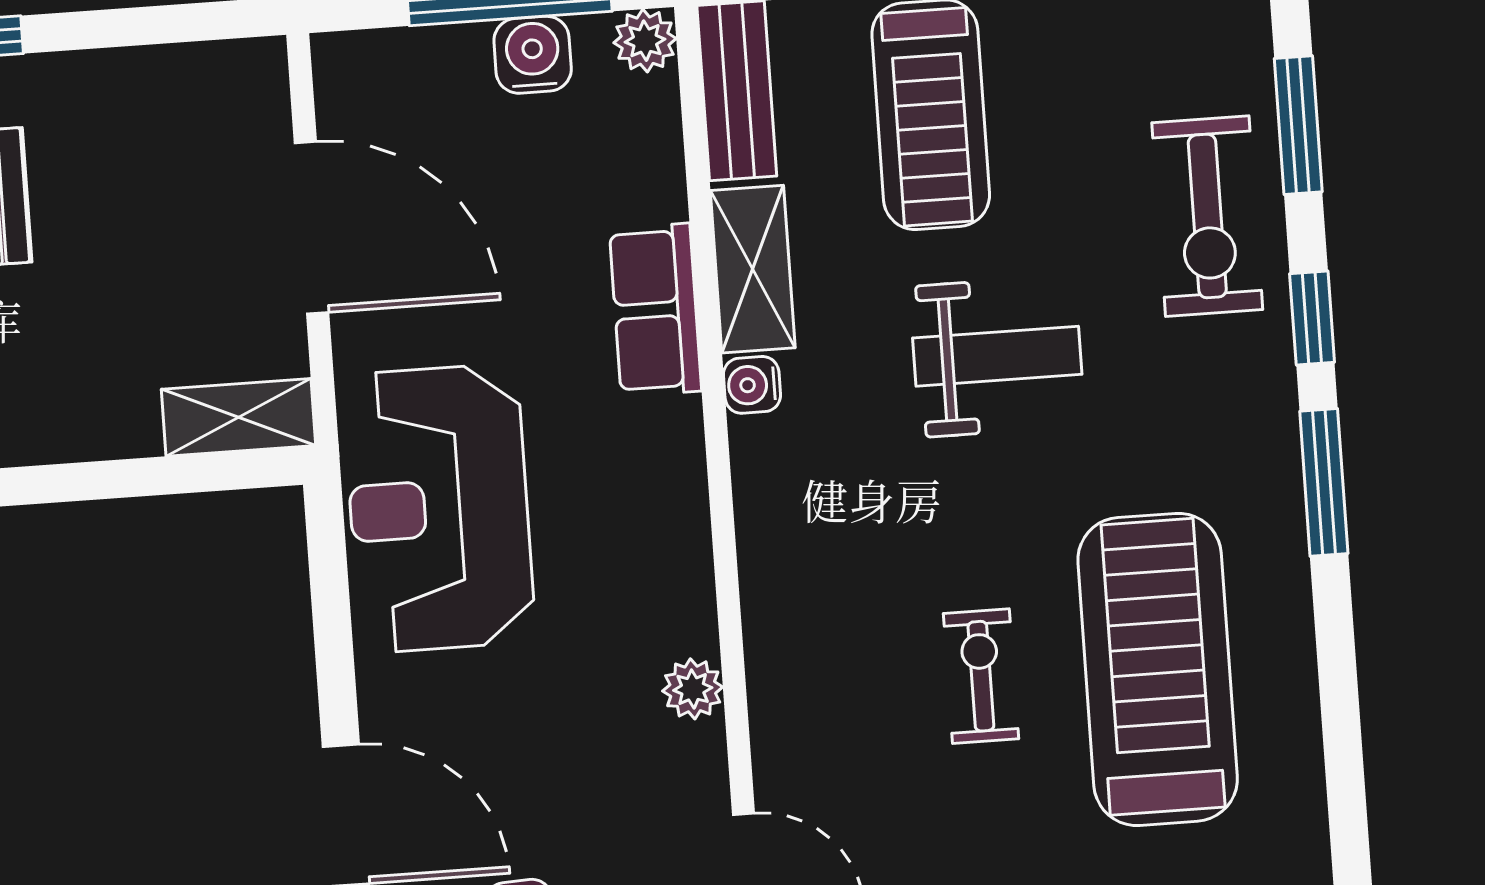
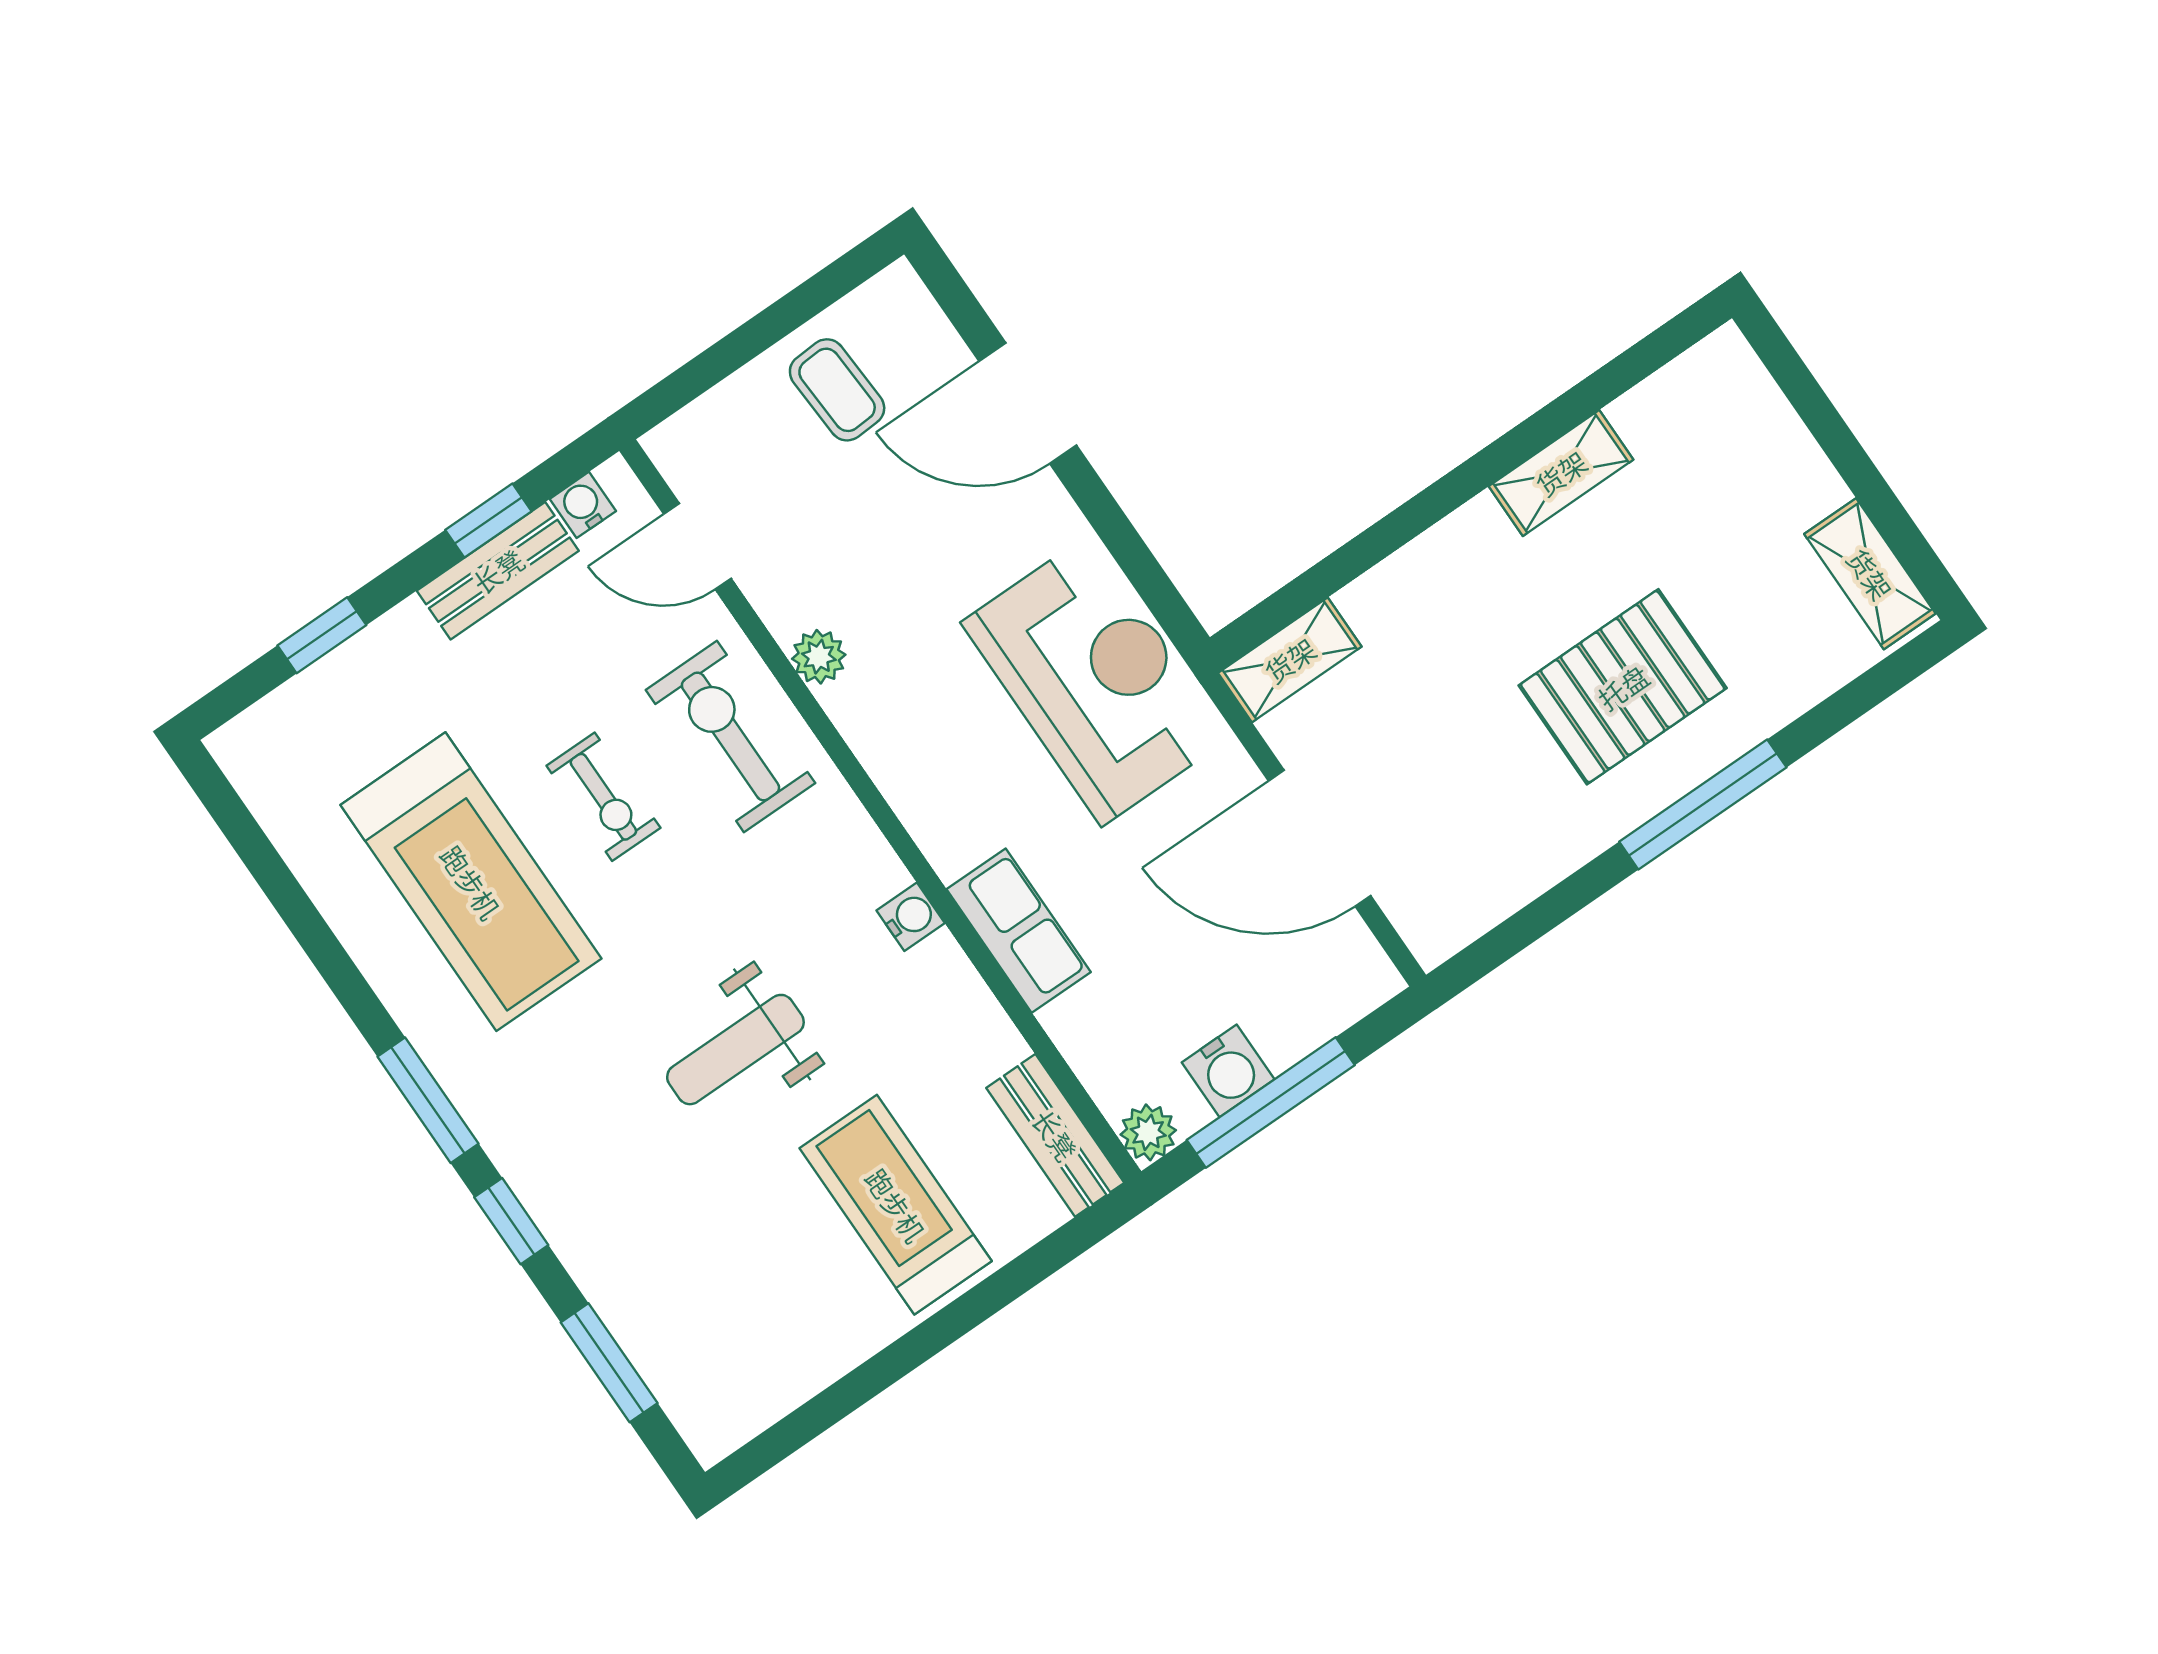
exercise bike: (1207, 216) -> (730, 737), moved
shelving: (753, 269) -> (962, 1006), removed

